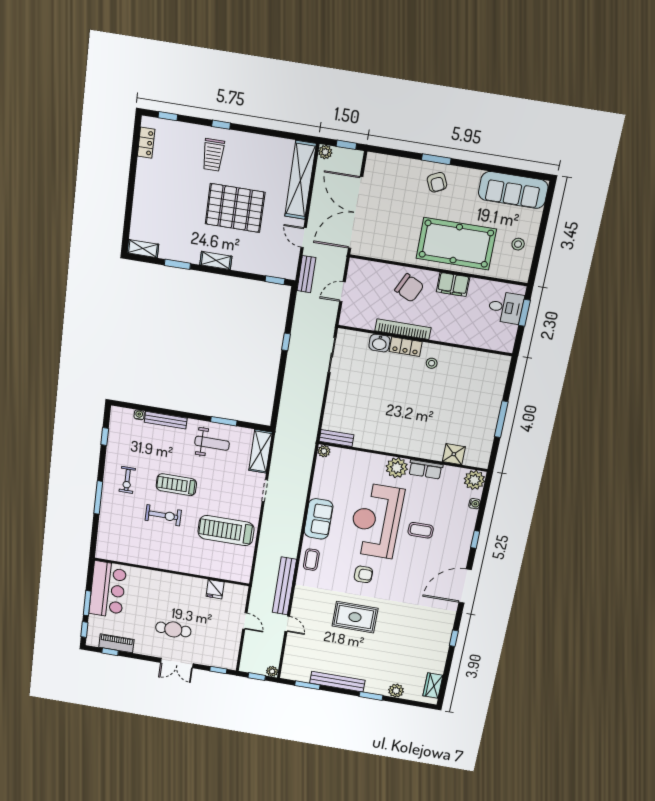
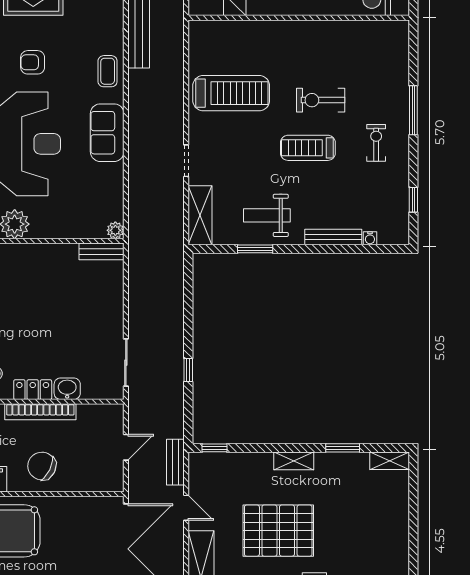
treadmill: (176, 485) -> (308, 148), turned 180

